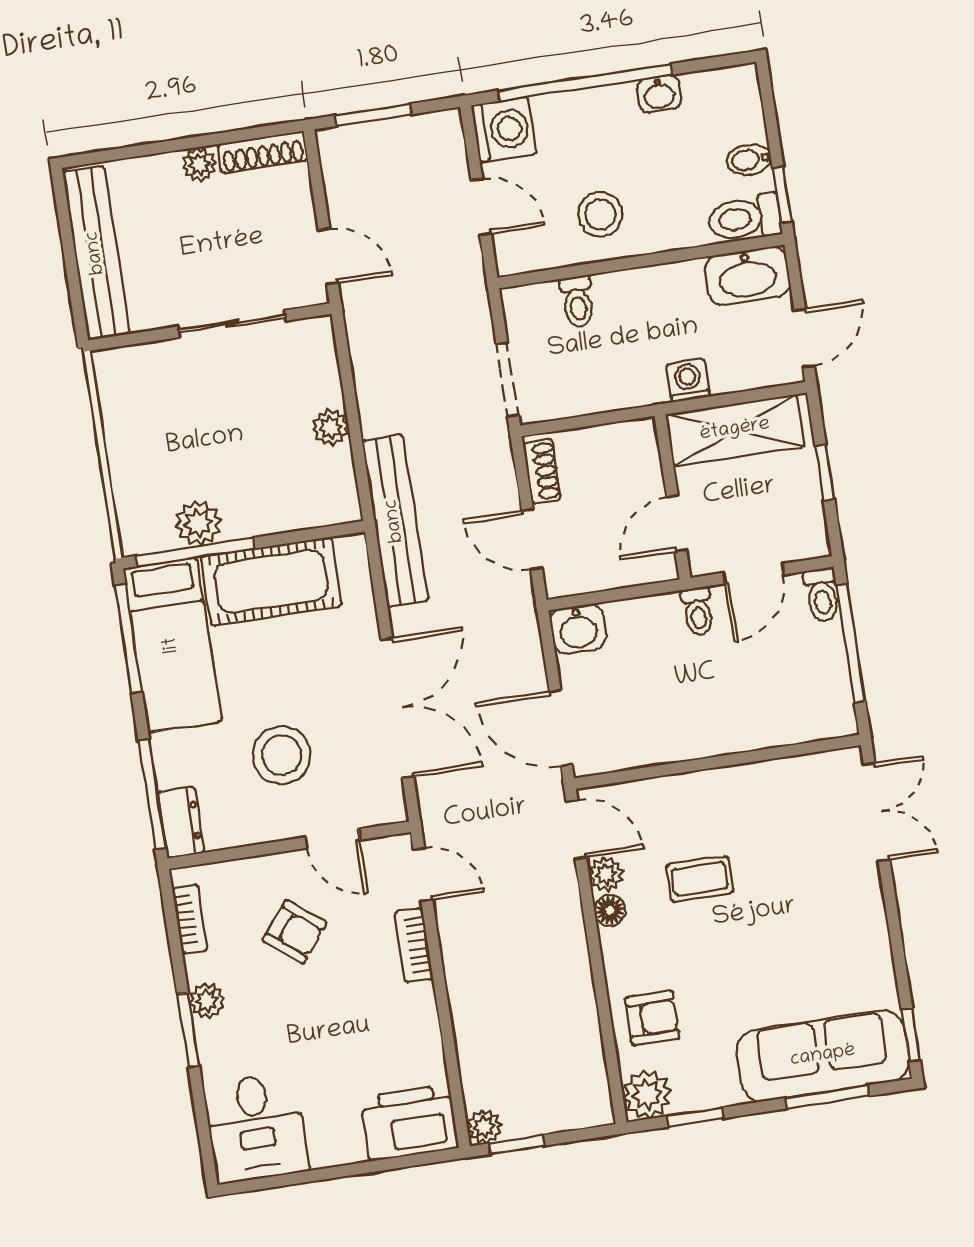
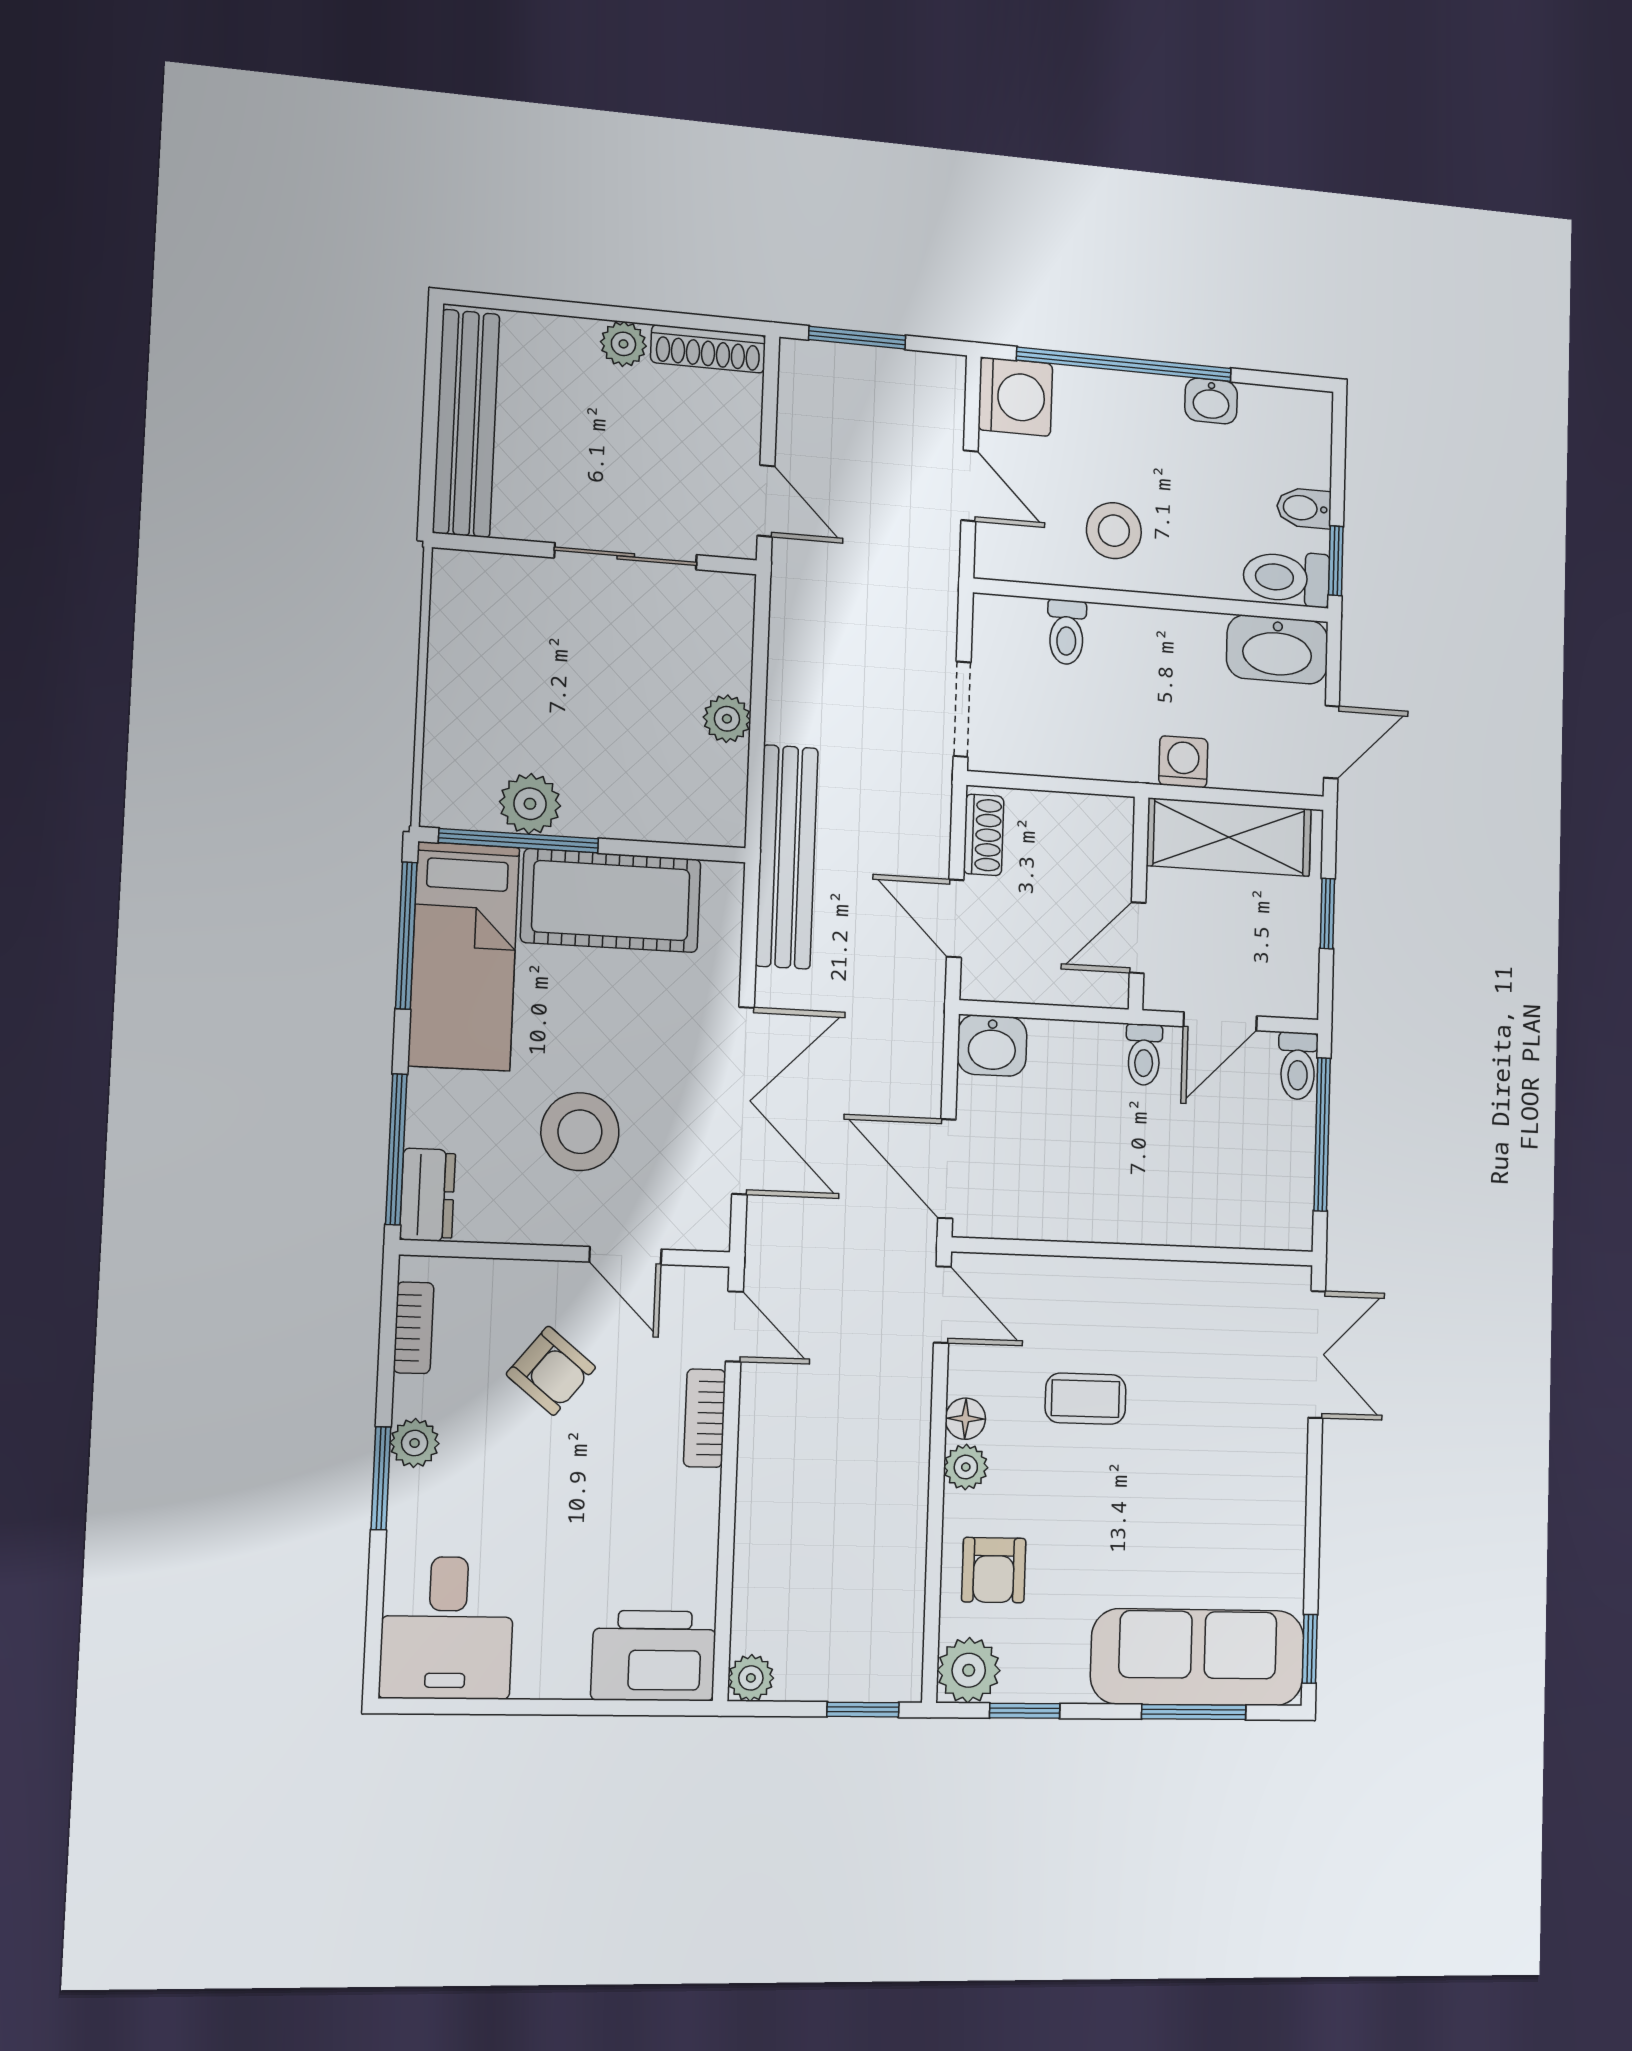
plant: (606, 874) -> (966, 1467), moved
armchair: (652, 1018) -> (994, 1570), turned 90
window: (517, 1144) -> (863, 1710), moved

